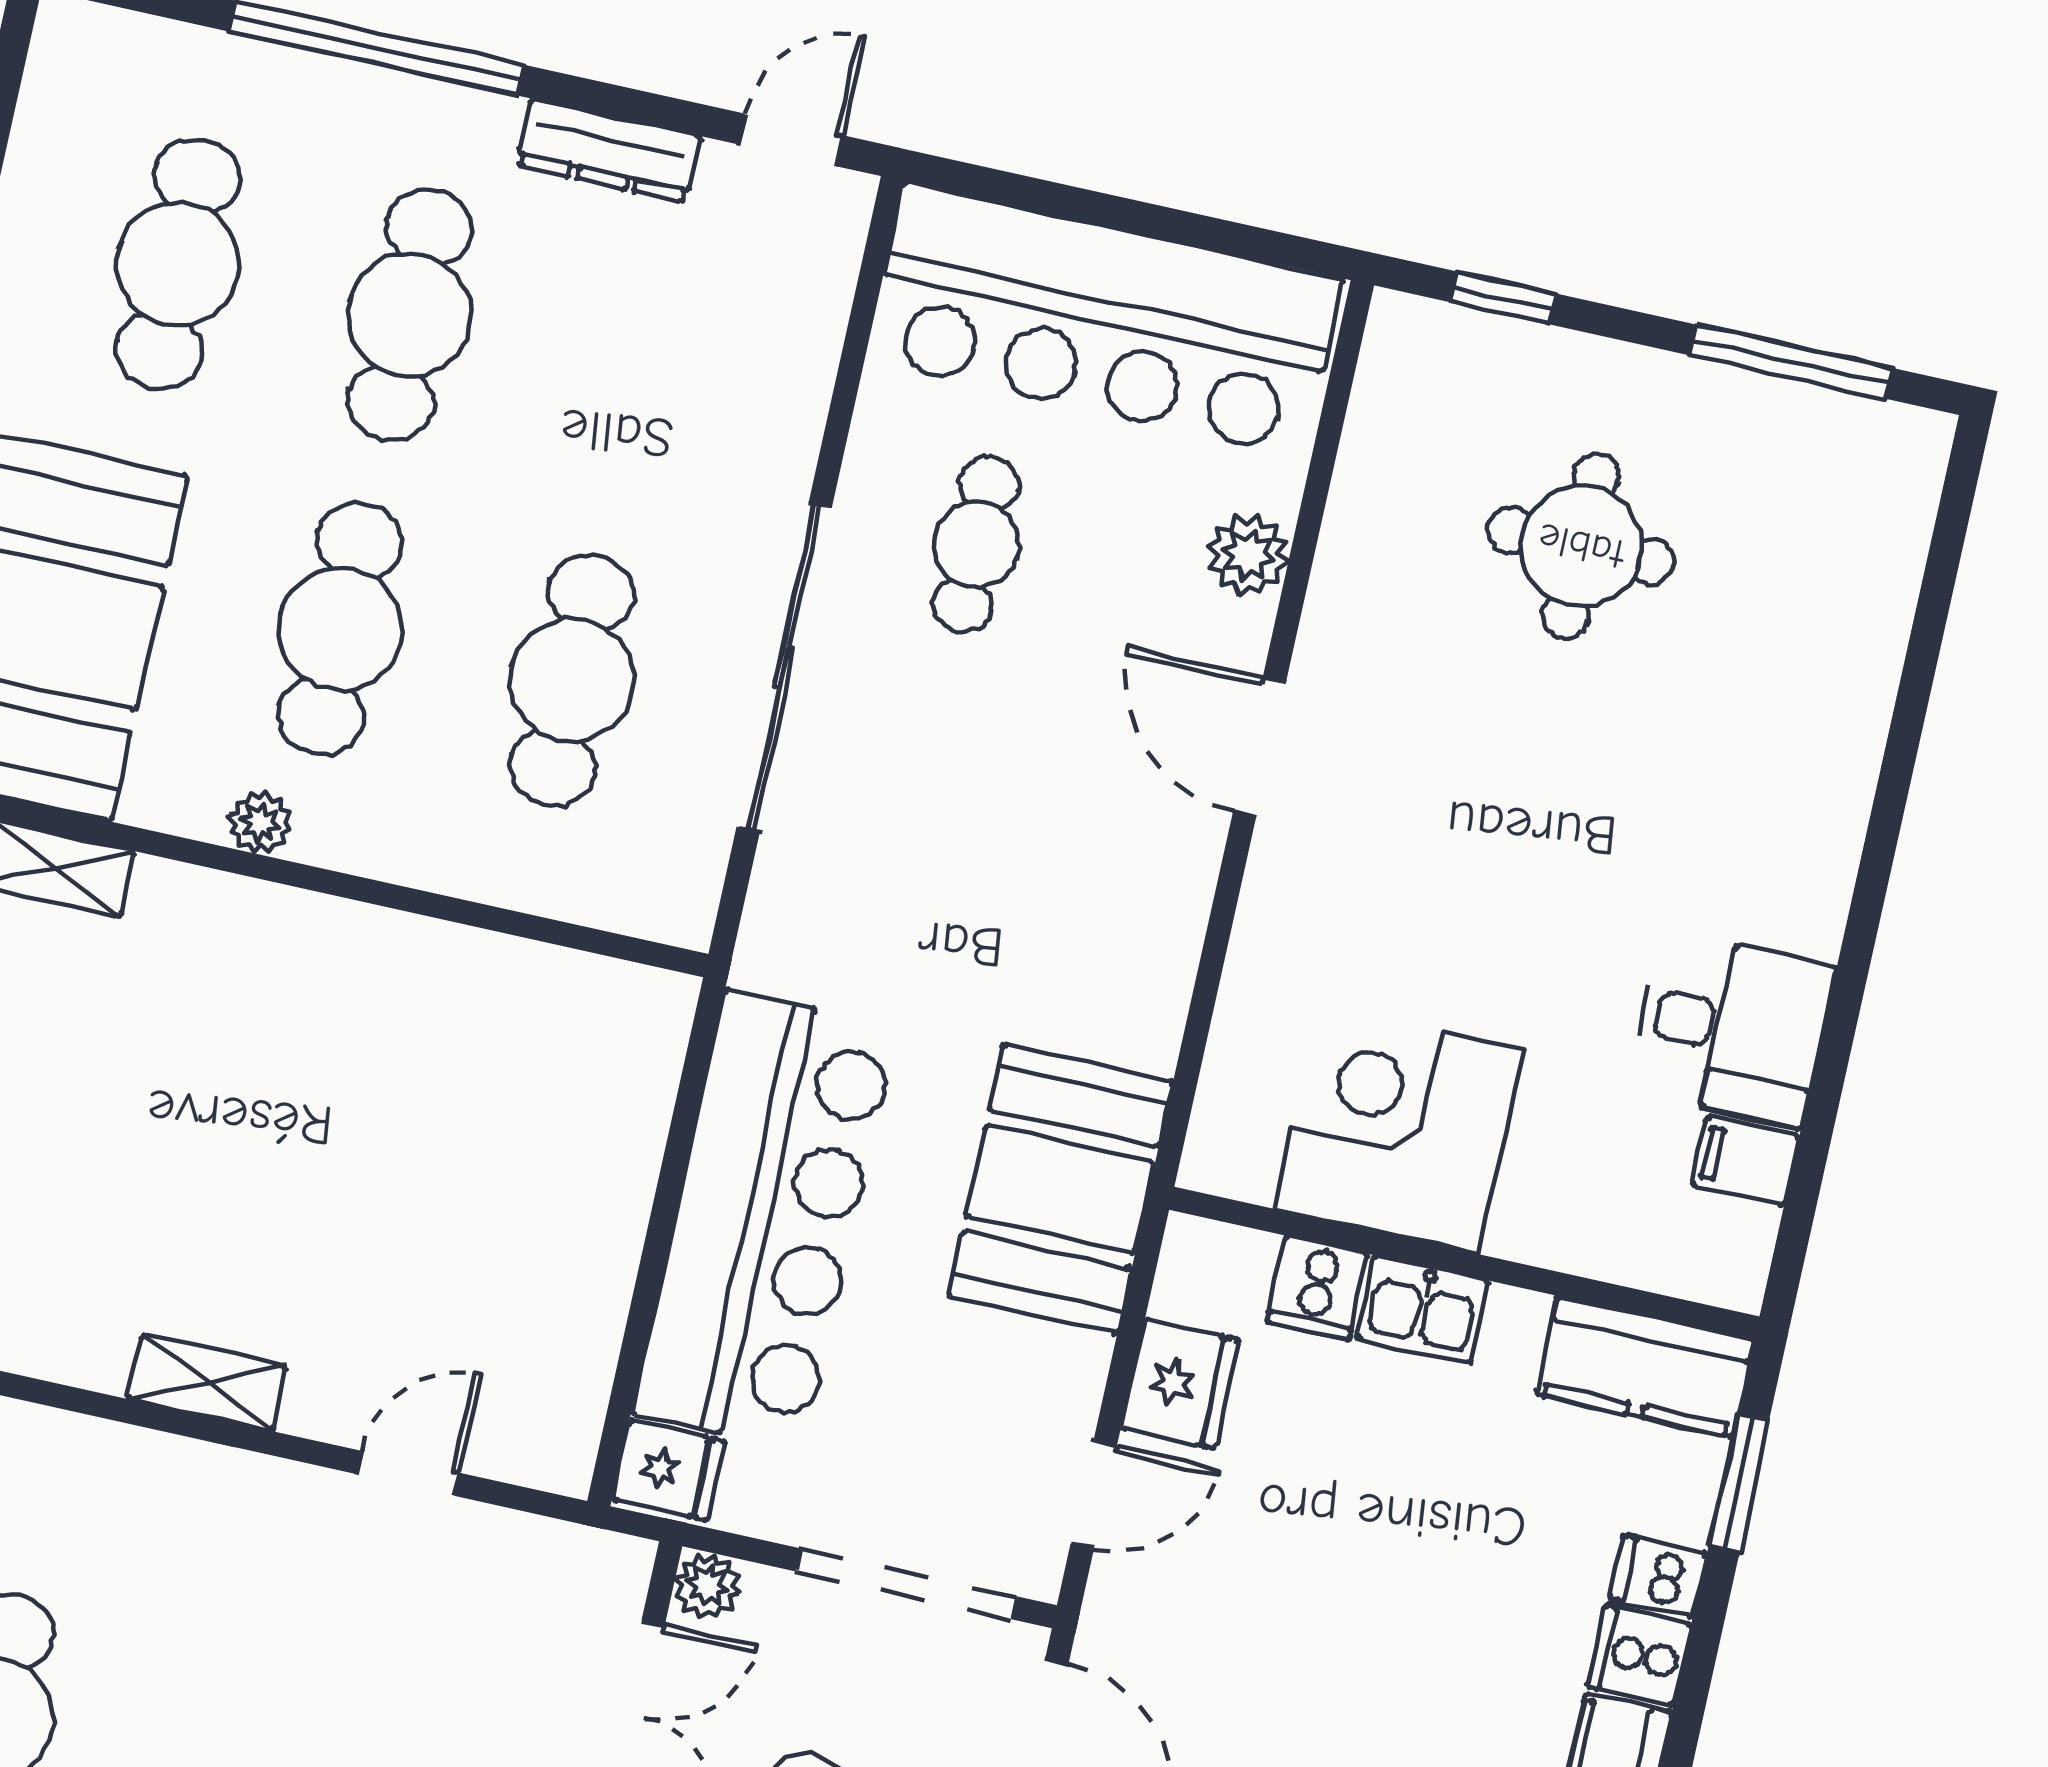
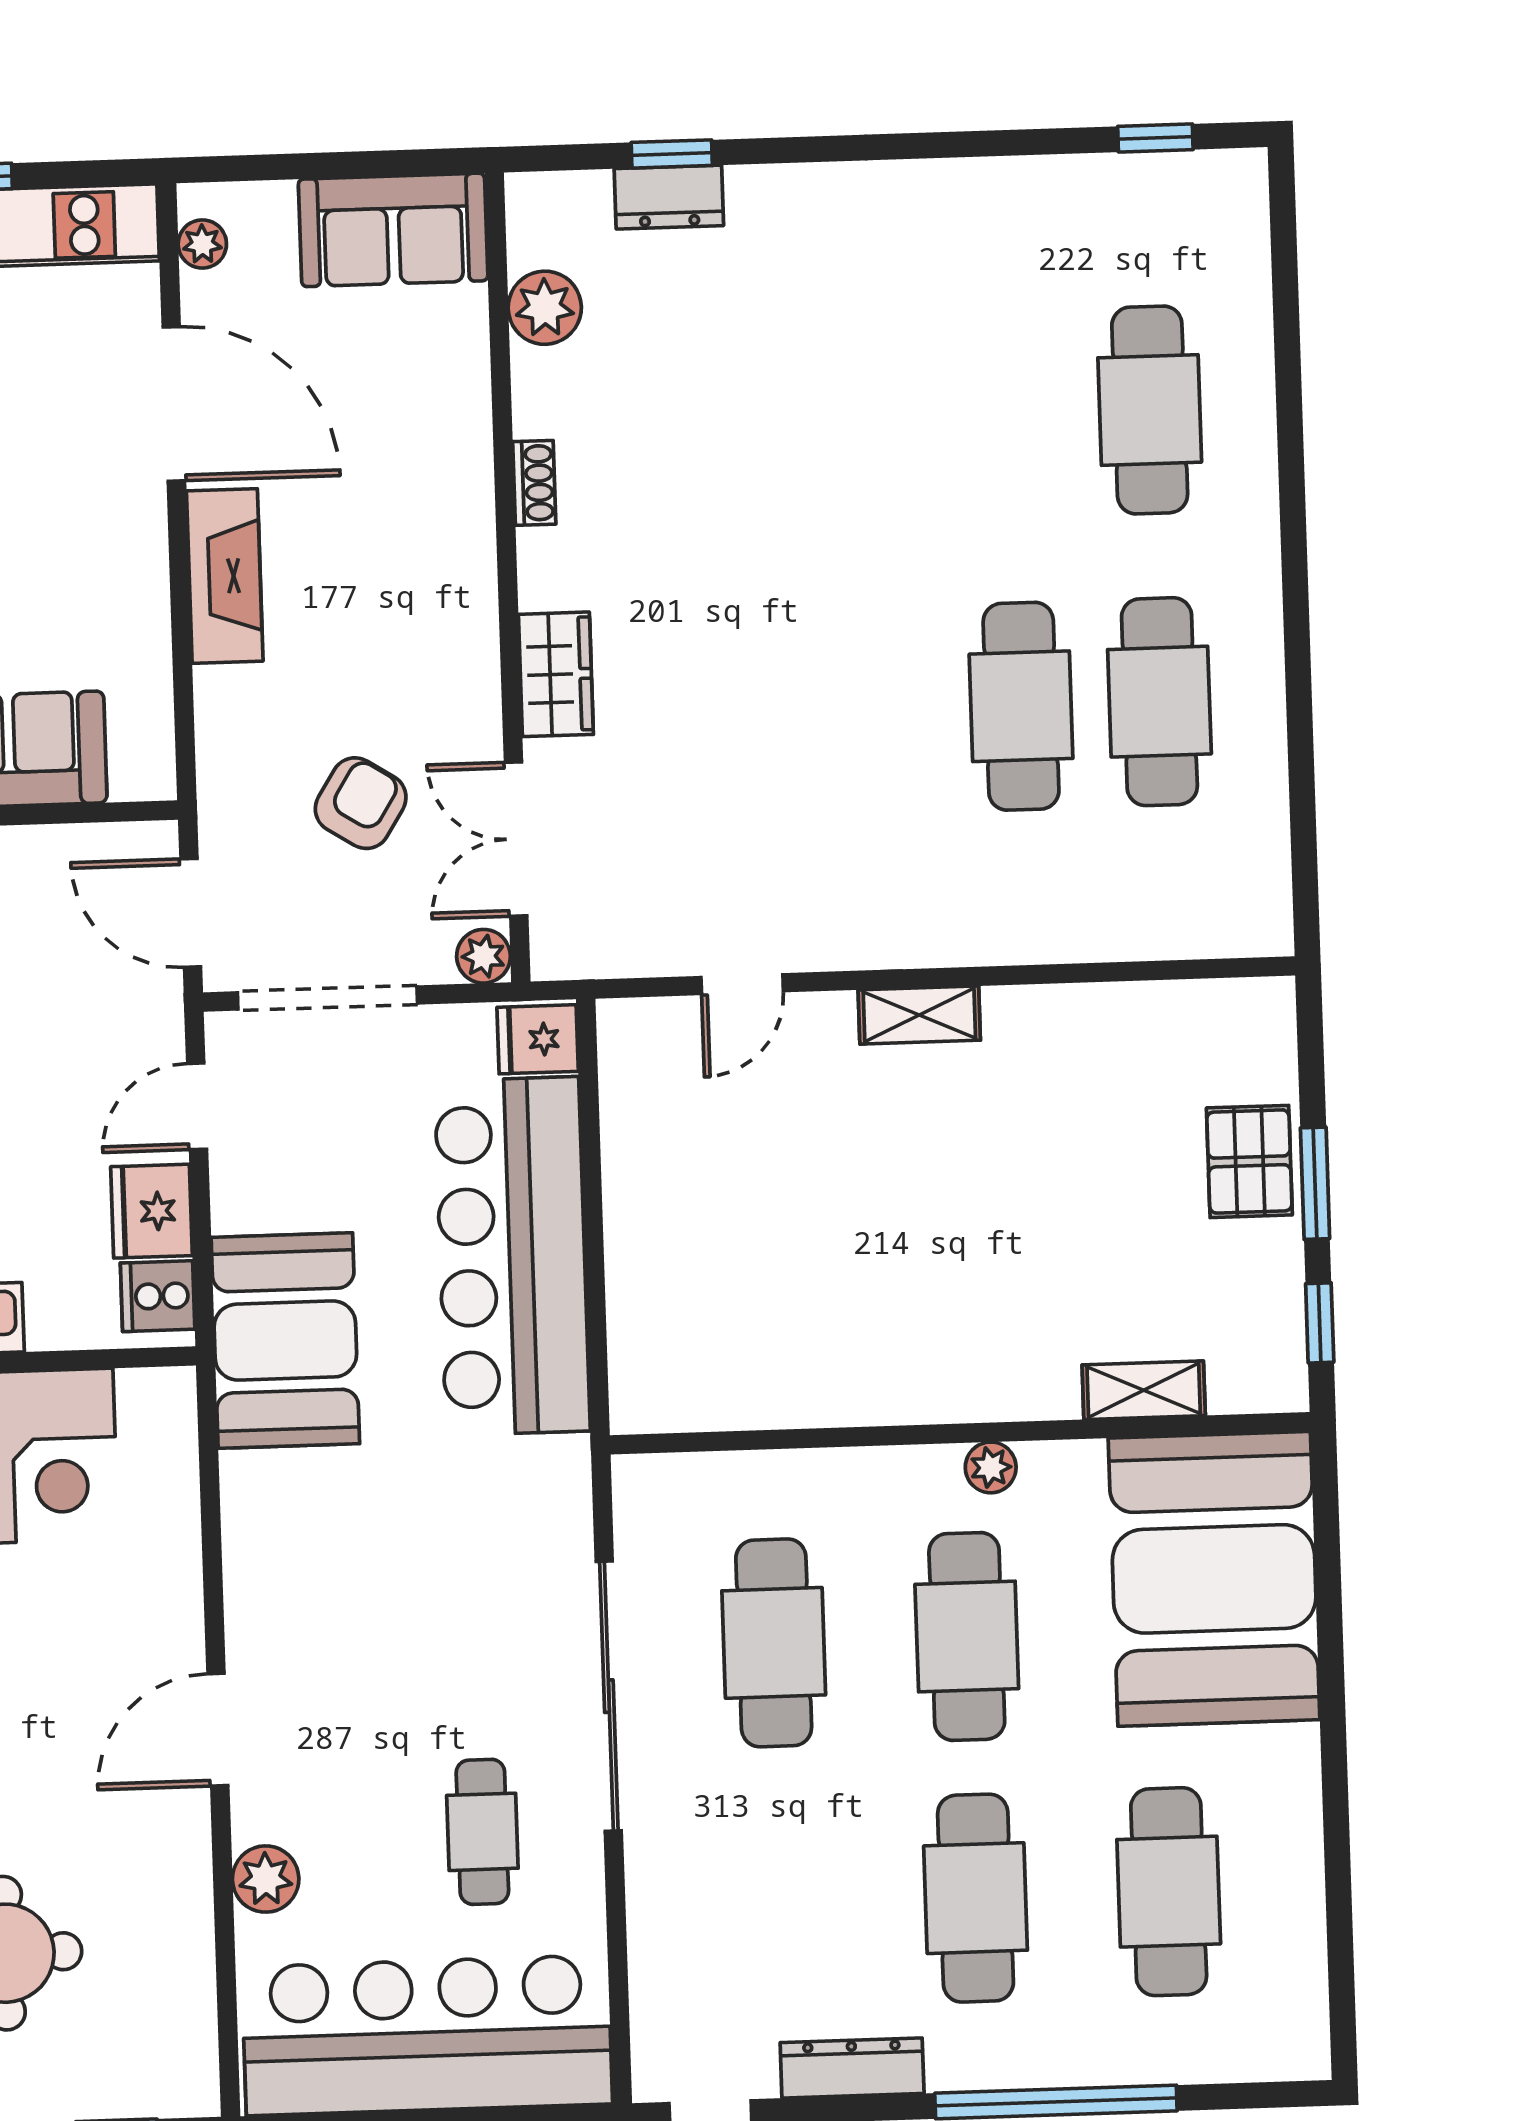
door: (1260, 747) -> (218, 1730), swing flipped
cooker: (1317, 1288) -> (158, 1296), moved, turned -90

